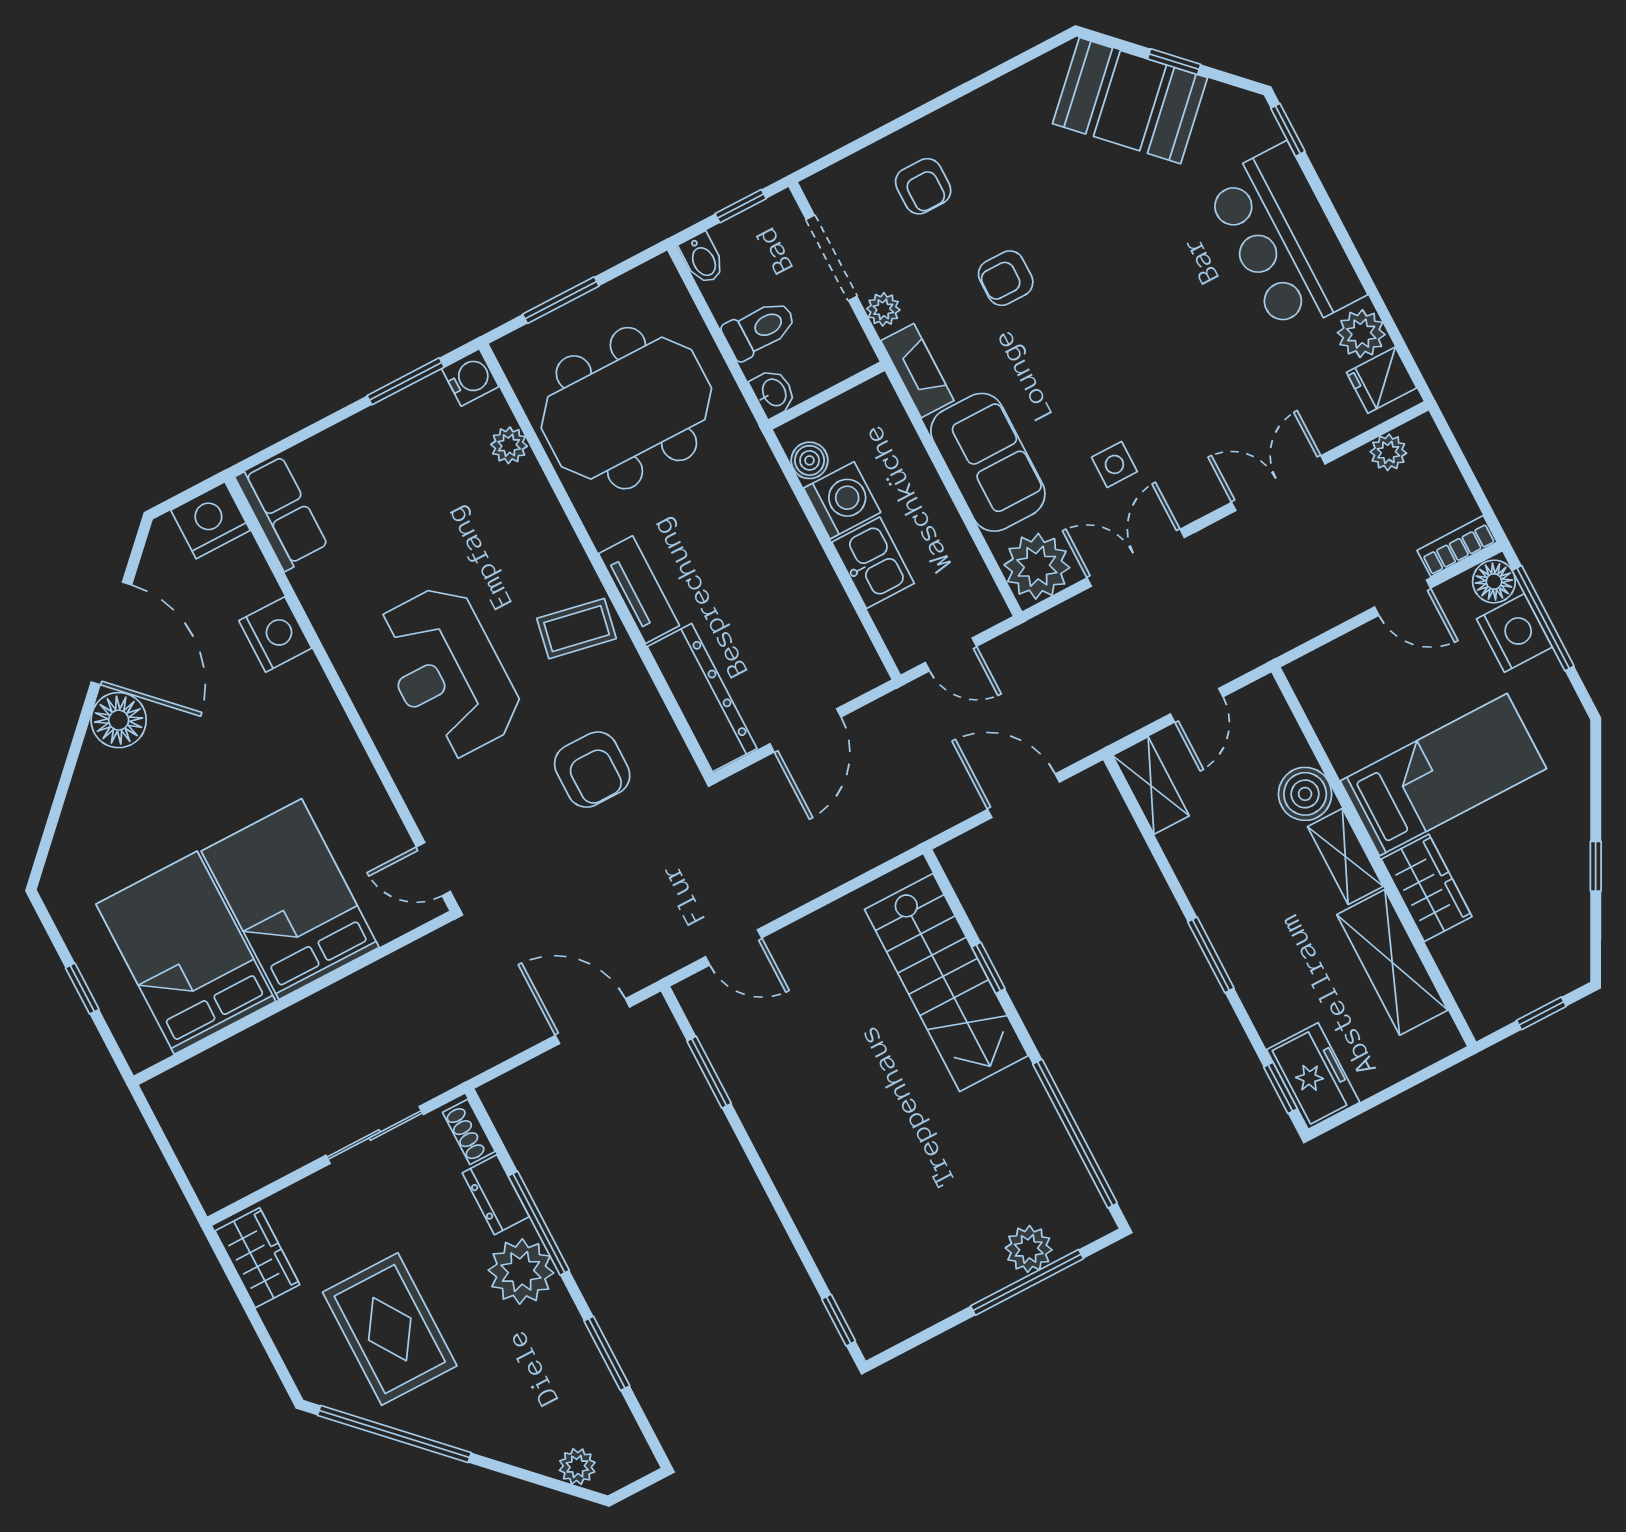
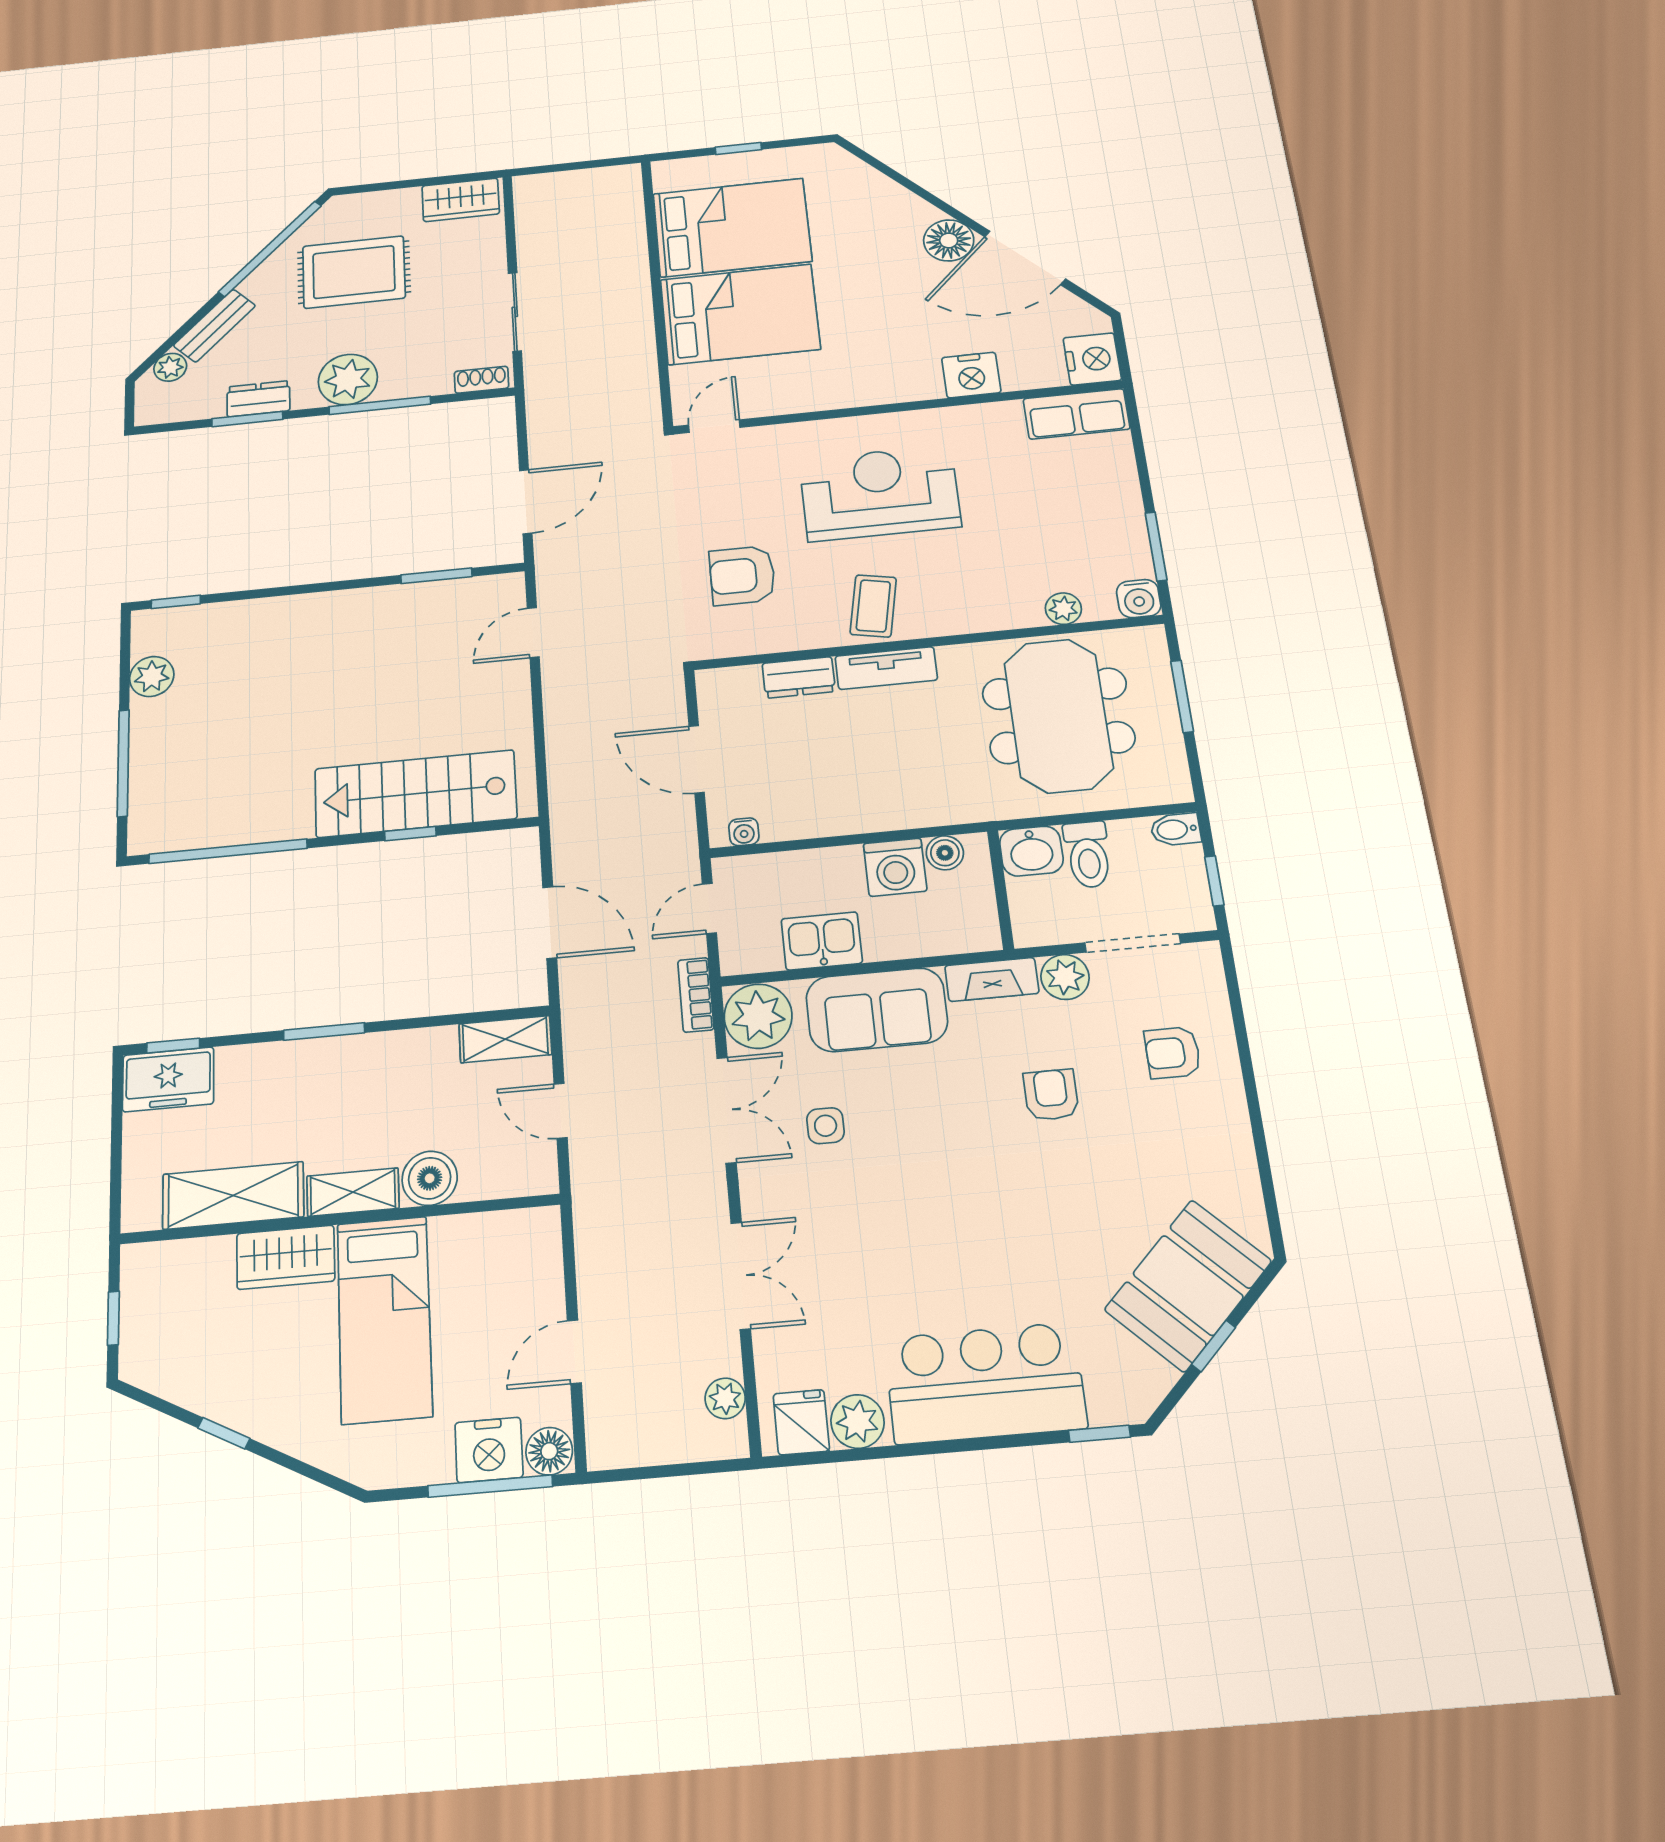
plant: (883, 309) -> (1065, 977), width x1.38, depth x1.38
washbasin: (773, 393) -> (1031, 851), width x1.38, depth x1.45
bookcase: (1457, 546) -> (696, 995), moved, turned 180
kitchen sink: (873, 563) -> (822, 941), moved, turned 180
water cooler: (862, 655) -> (744, 832), added
dresser: (702, 698) -> (799, 677), width x0.51, depth x0.80
door: (1024, 796) -> (550, 923), hinge flipped
dresser: (496, 1195) -> (258, 399), moved
plant: (1029, 1249) -> (152, 676), moved
bench: (510, 1445) -> (214, 326), added

